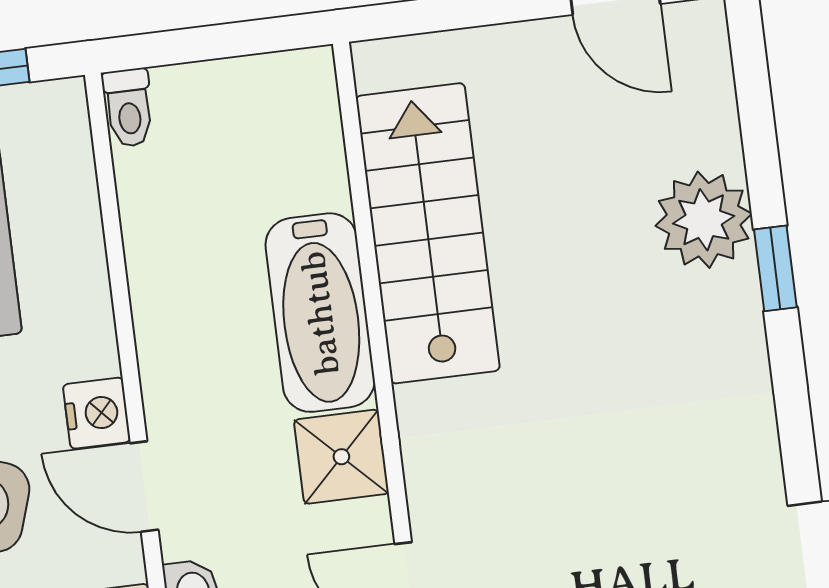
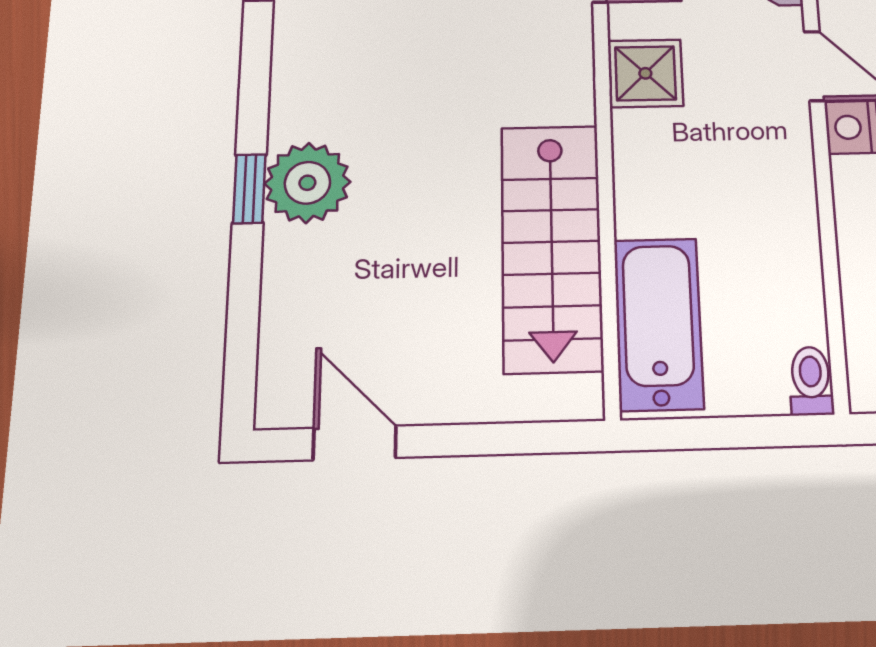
plant: (704, 220) -> (307, 183), moved
bathtub: (320, 313) -> (658, 324), moved

